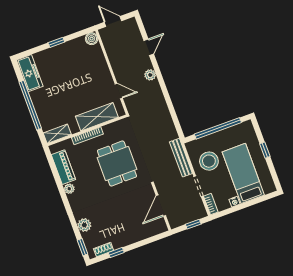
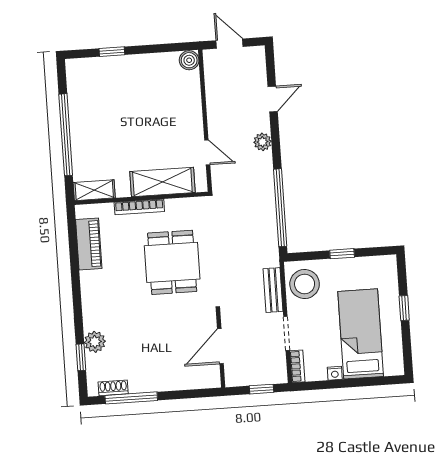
window: (56, 42) -> (112, 52), moved
freezer: (30, 73) -> (79, 85), removed
window: (172, 112) -> (280, 208), added
window: (218, 128) -> (342, 254), width x0.32
bench: (181, 158) -> (273, 290), width x0.73
stool: (209, 161) -> (305, 284), moved
plant: (69, 189) -> (88, 279), removed
window: (82, 247) -> (81, 357), moved
window: (116, 252) -> (131, 398), width x2.17

